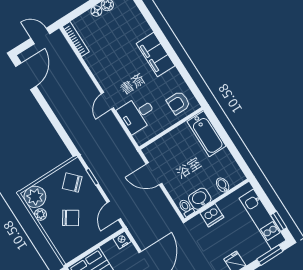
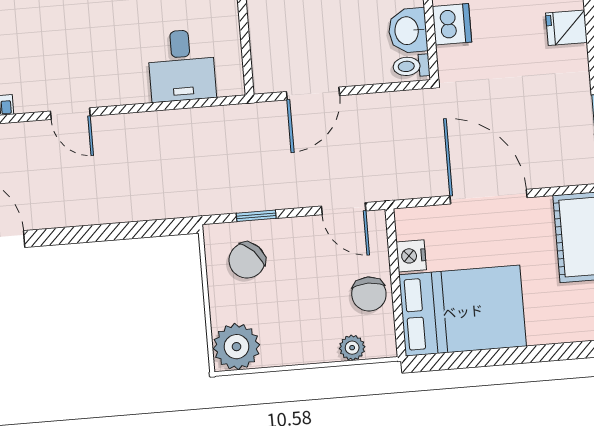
door: (108, 101) -> (70, 114), moved
plant: (40, 214) -> (352, 348), moved
chair: (71, 218) -> (369, 294), moved, turned 147
nightstand: (122, 240) -> (411, 256), moved

